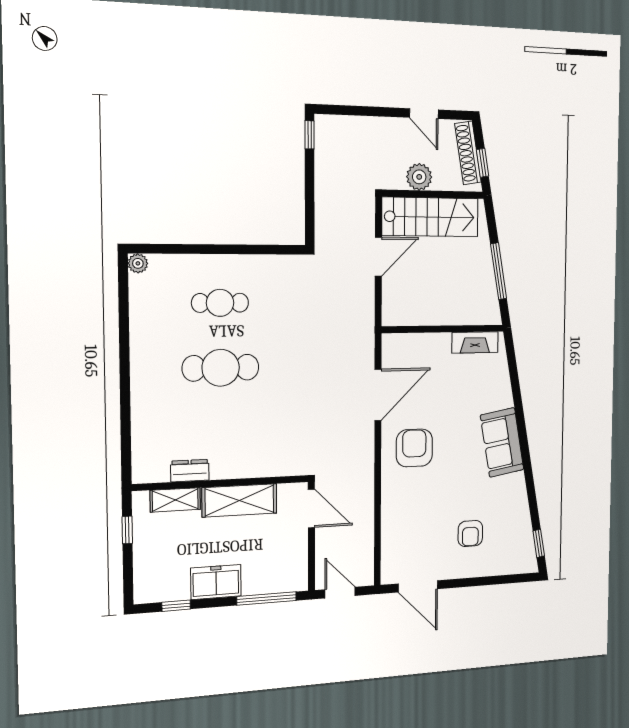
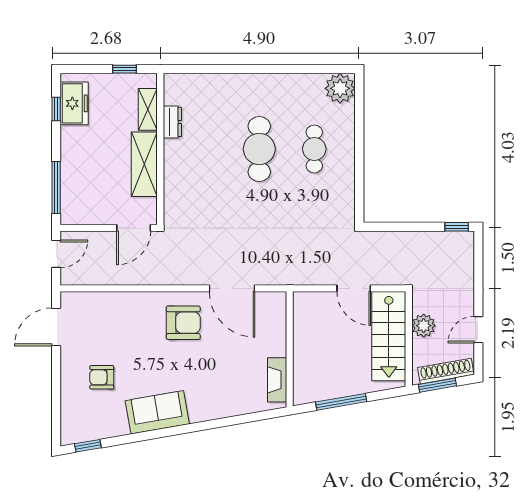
window: (483, 163) -> (437, 385), width x1.50
plant: (138, 263) -> (340, 88), width x1.88, depth x1.88
sofa: (502, 442) -> (157, 412), moved
freezer: (216, 582) -> (74, 103), moved

